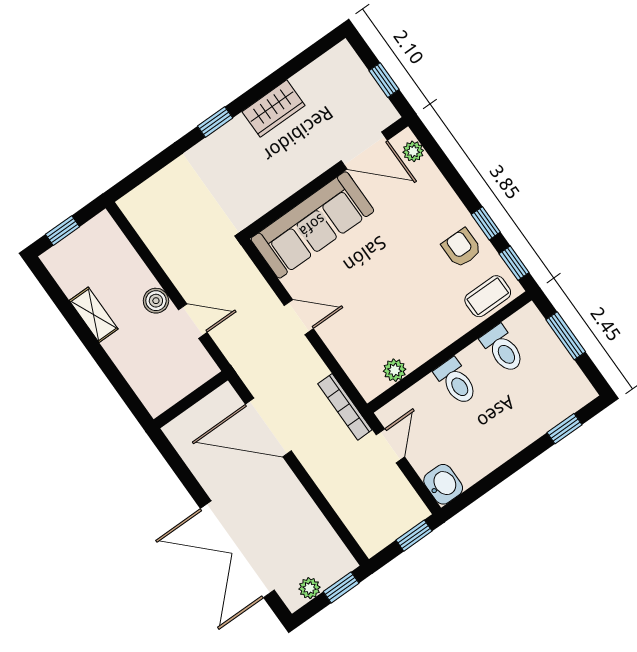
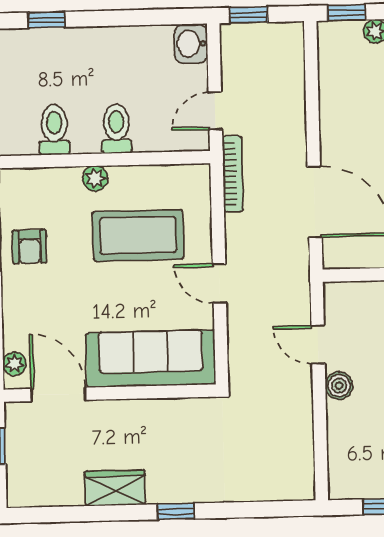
coffee table: (488, 296) -> (138, 235), moved, width x1.86, depth x1.72
plant: (395, 370) -> (95, 178), moved

